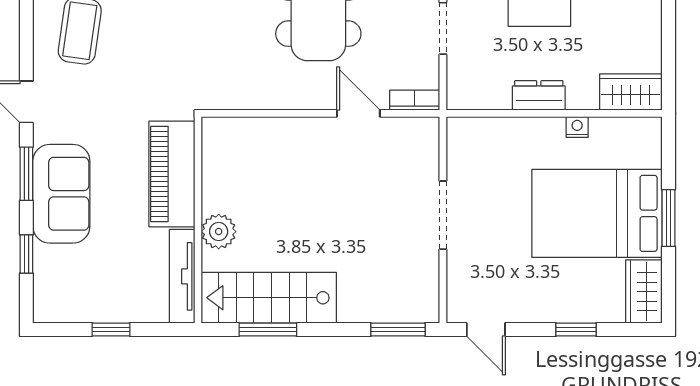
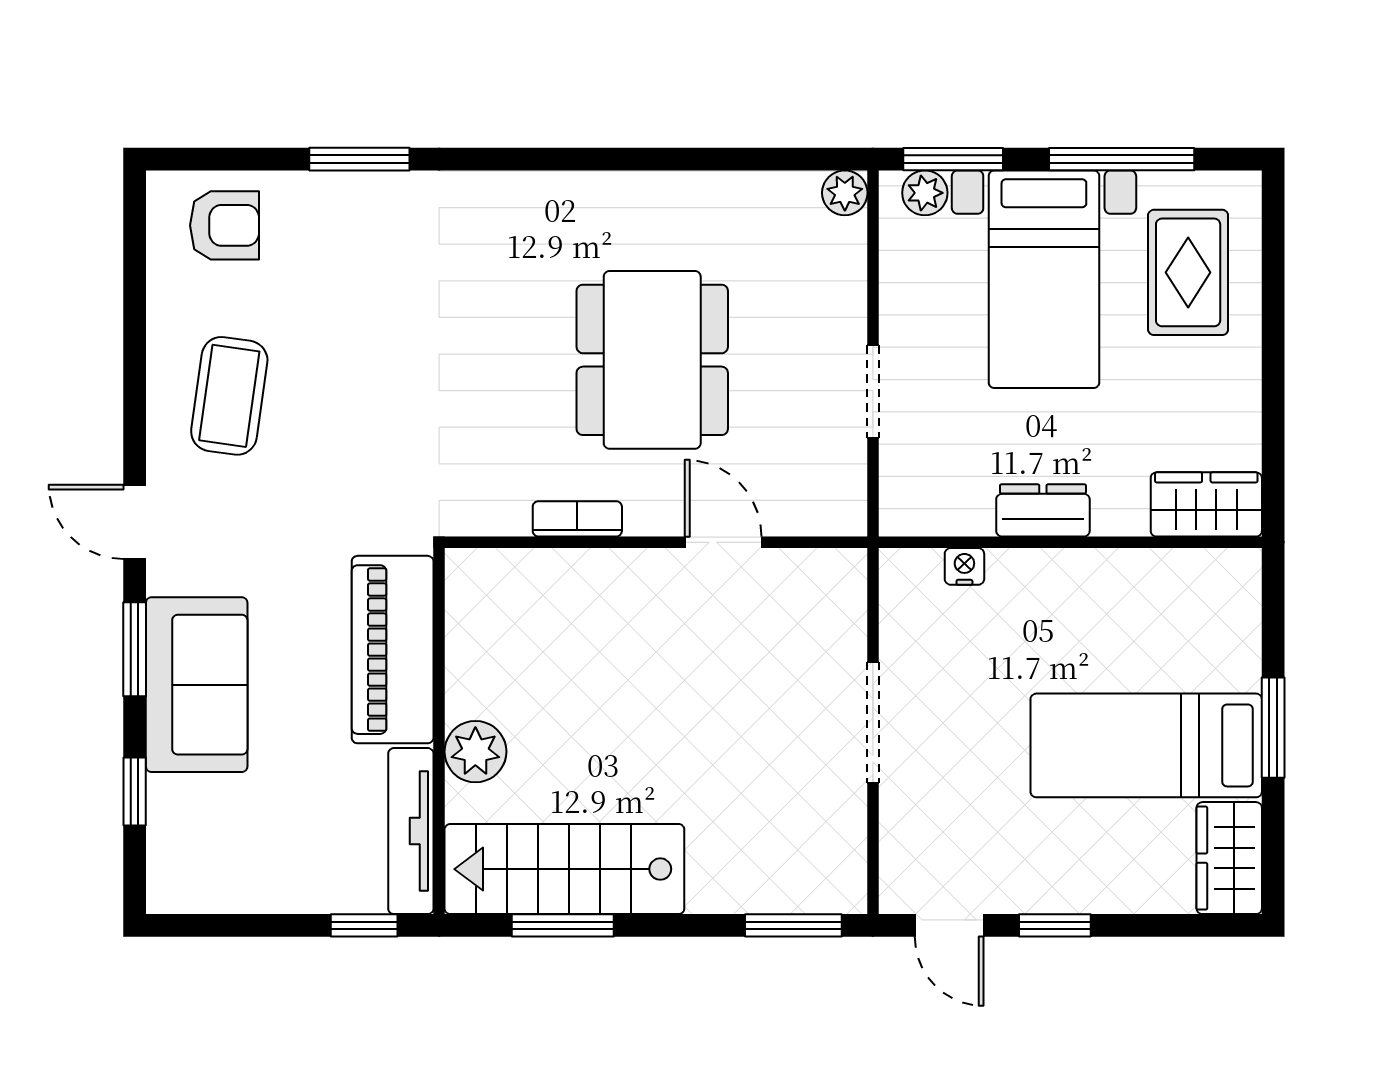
bookcase: (415, 100) -> (577, 519), moved
nightstand: (577, 127) -> (964, 566), moved
bed: (597, 213) -> (1146, 745), width x0.67
window: (111, 330) -> (364, 925), moved
window: (576, 330) -> (1055, 925), moved

